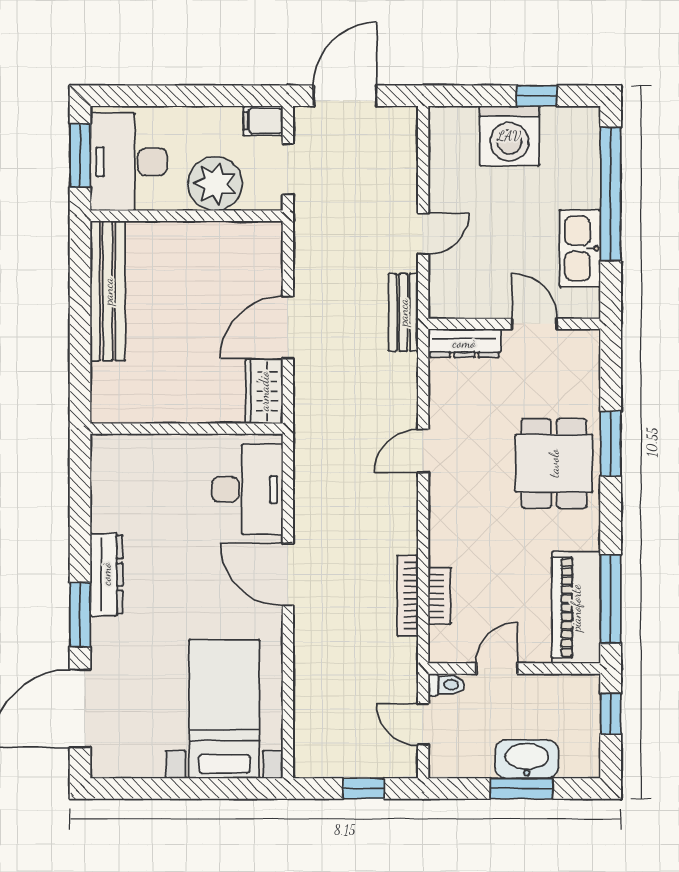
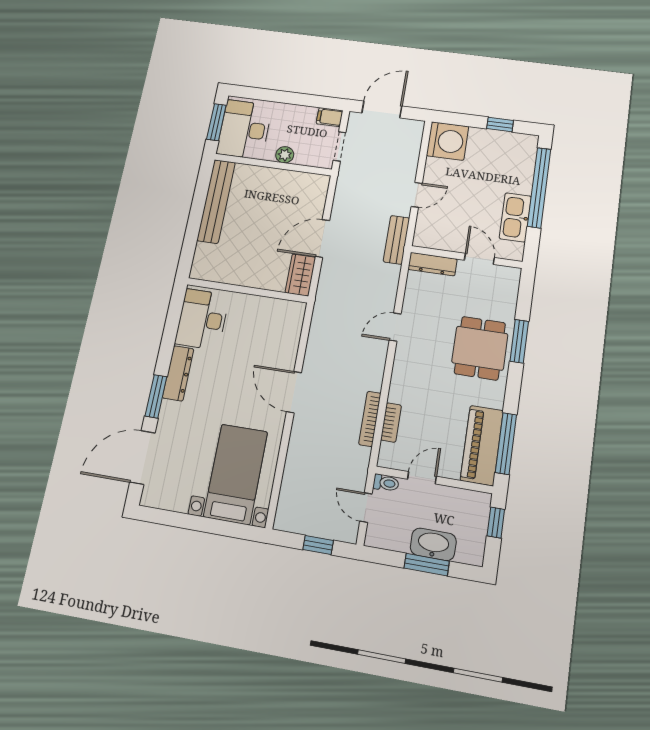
washing machine: (509, 136) -> (448, 141), moved, turned -90
plant: (215, 184) -> (285, 155), width x0.53, depth x0.53
desk: (247, 489) -> (202, 319), moved, turned 180

